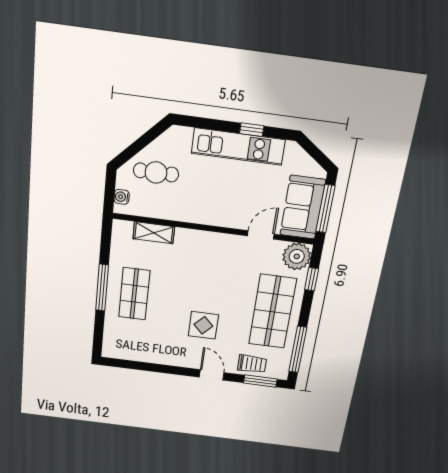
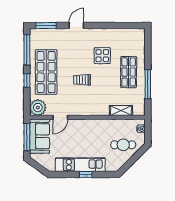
window: (252, 130) -> (86, 174), moved
window: (312, 279) -> (27, 81), moved
window: (102, 288) -> (148, 84), moved
display table: (203, 325) -> (102, 56), moved
trolley: (252, 364) -> (82, 80), moved
door: (212, 375) -> (76, 26), swing flipped

